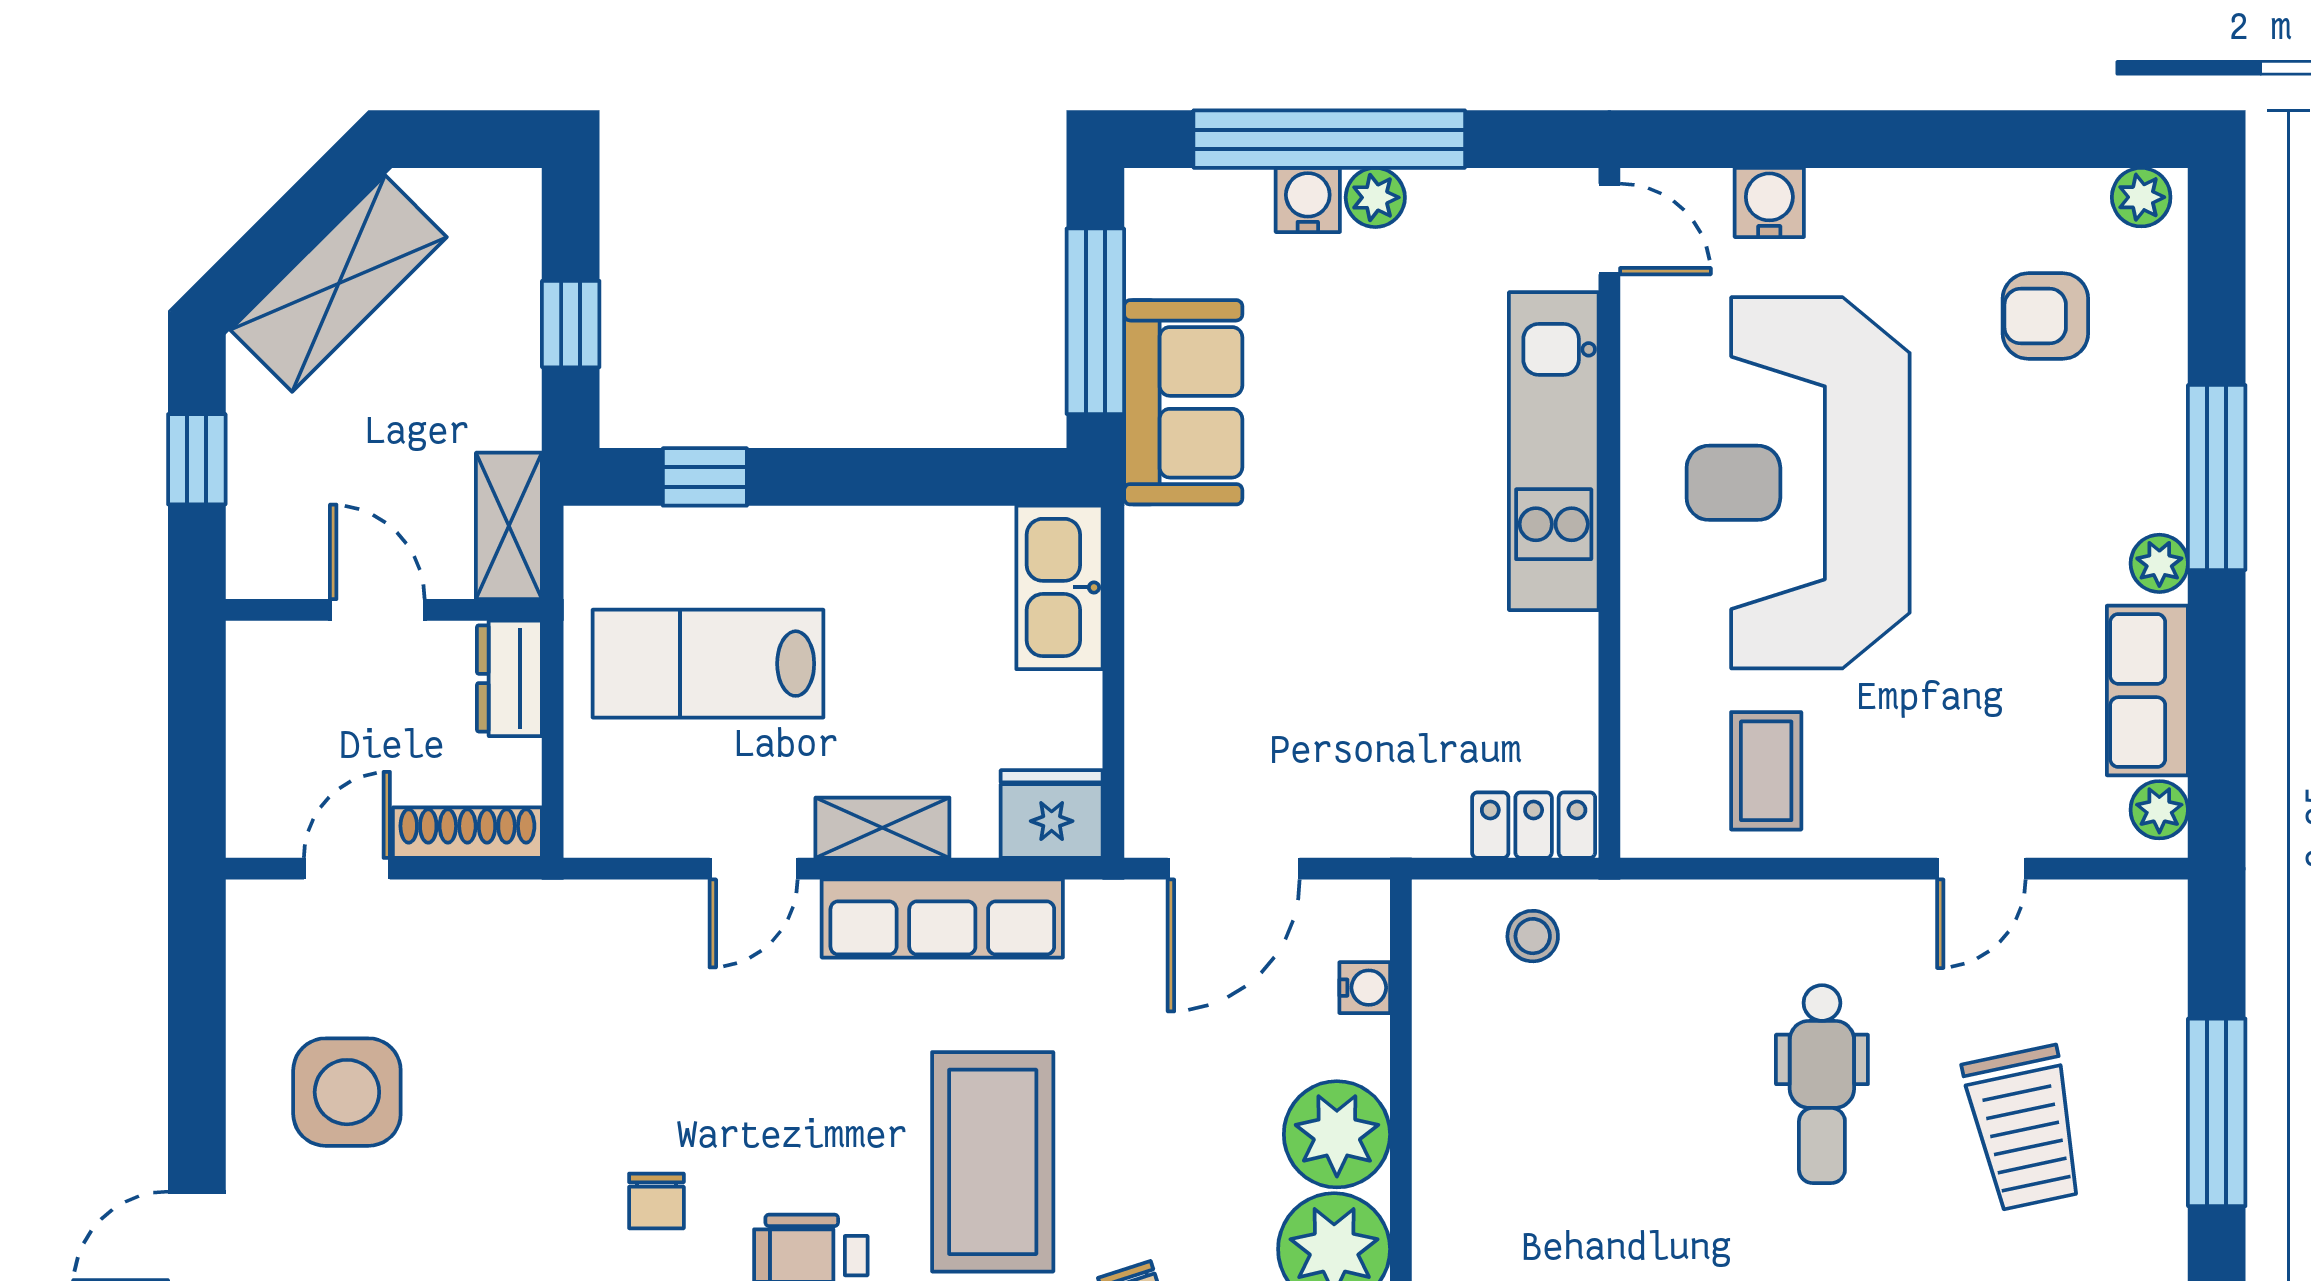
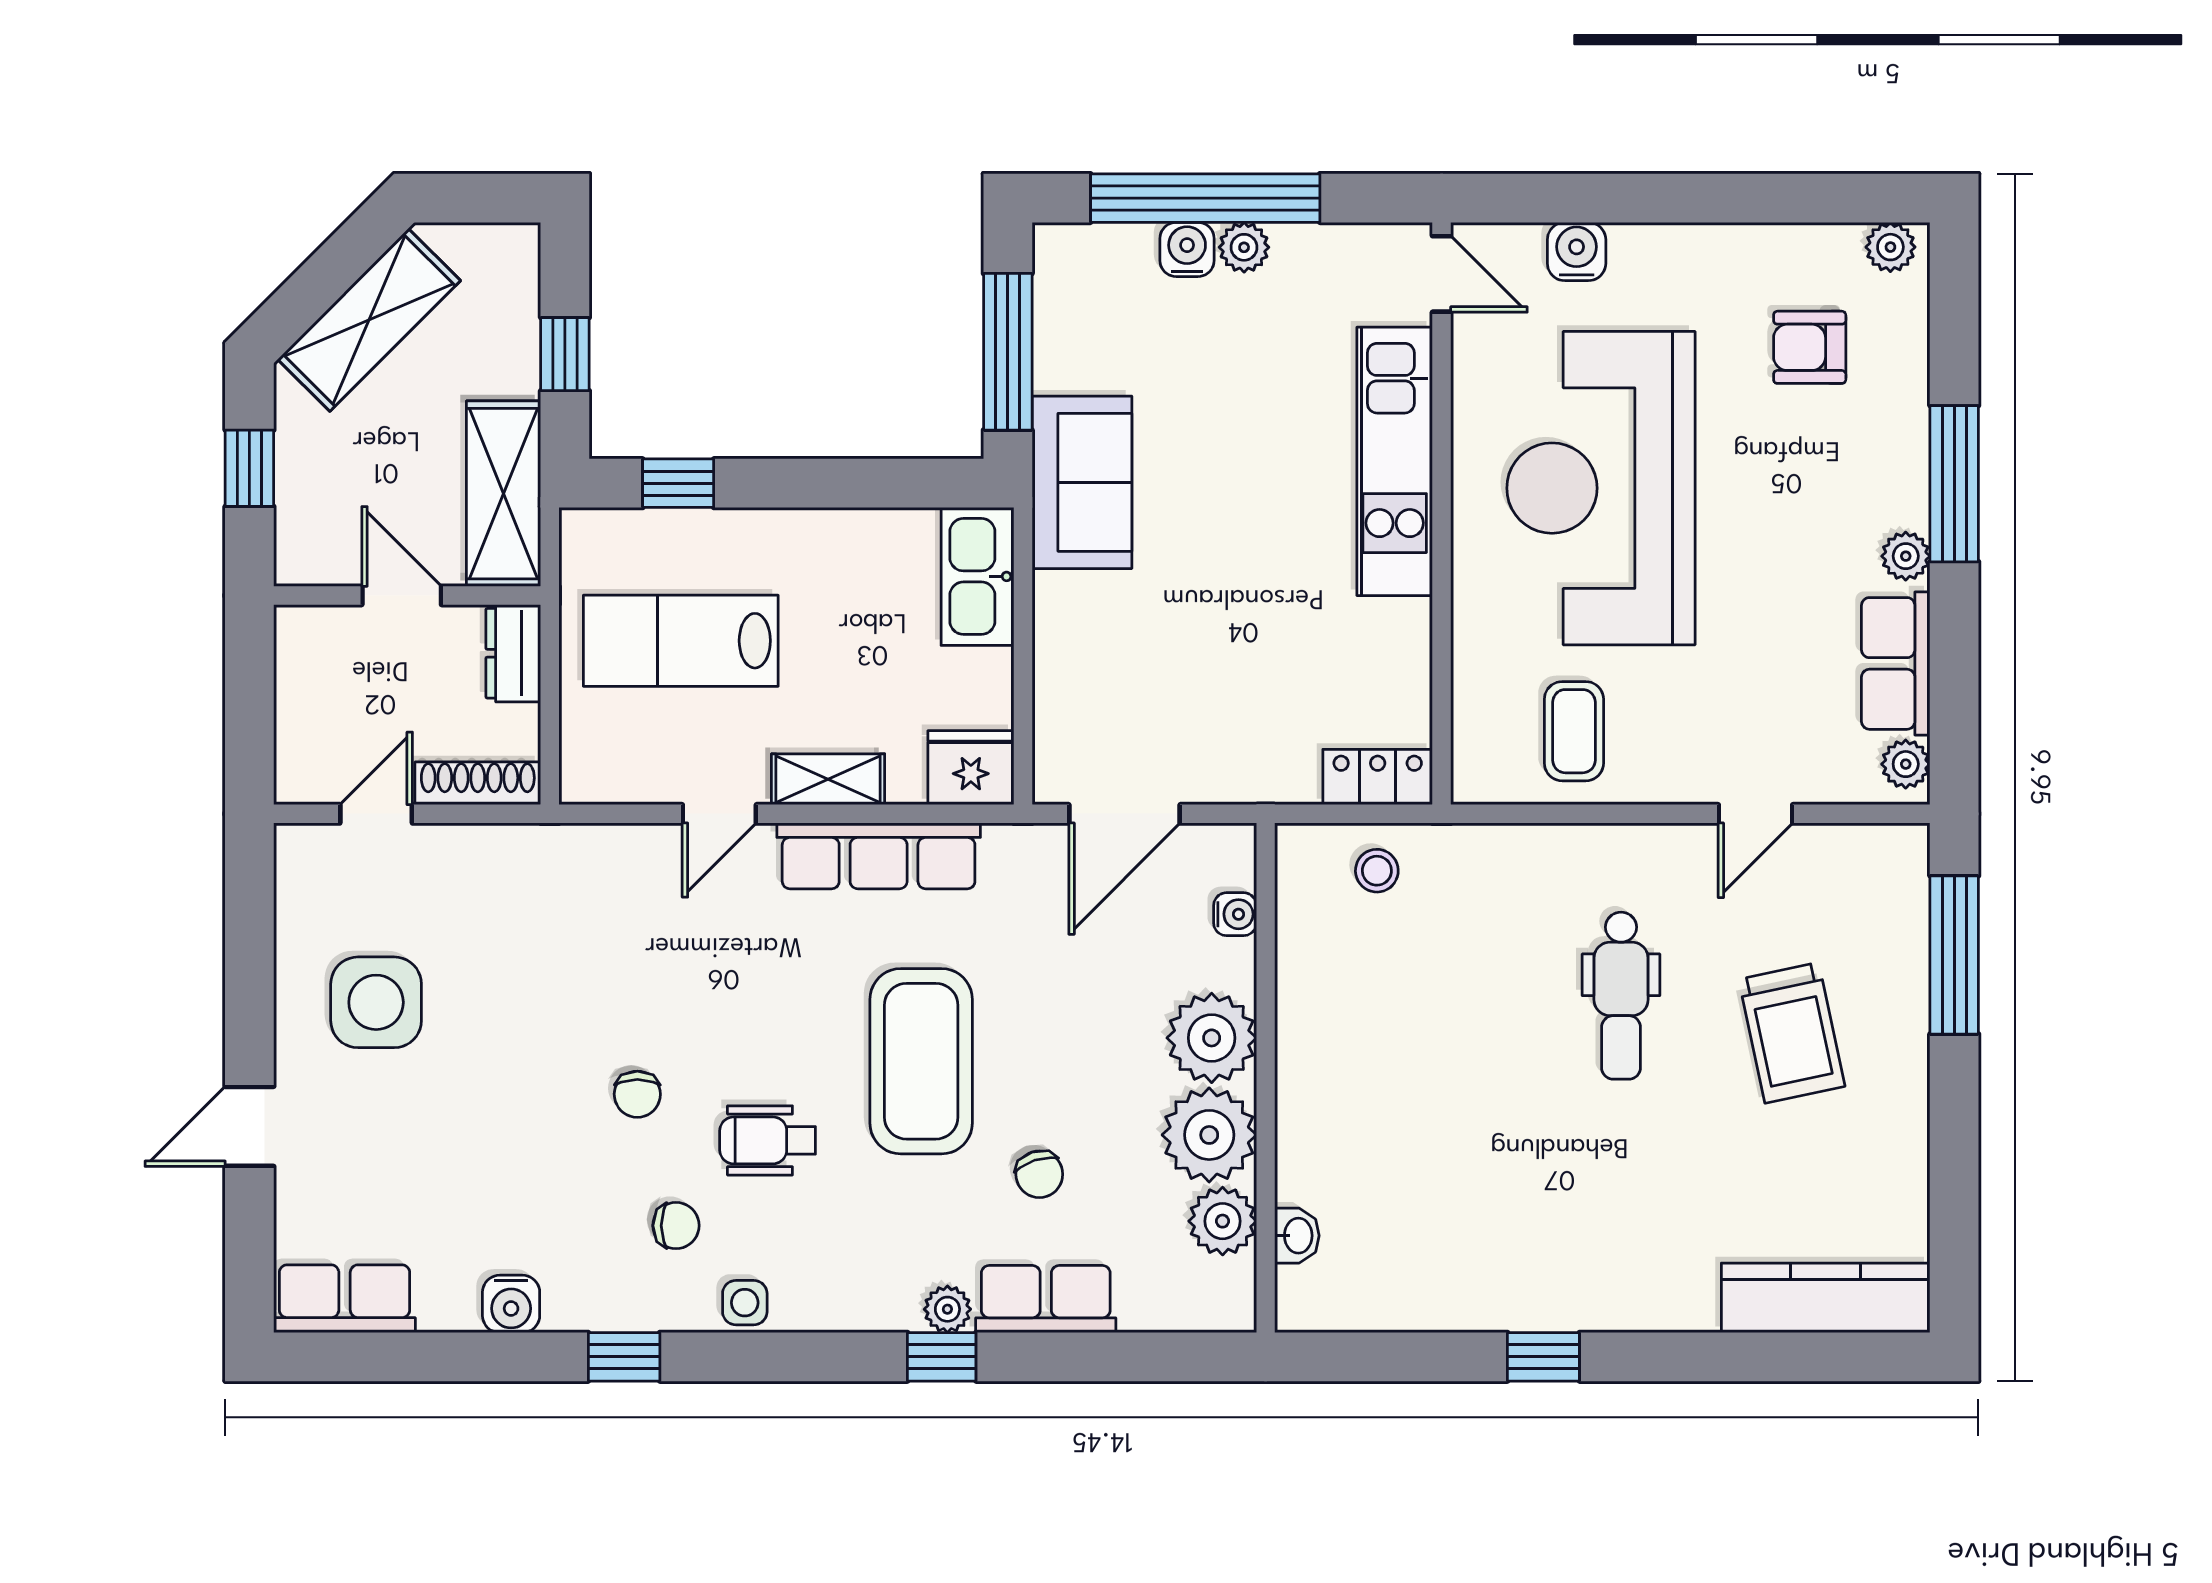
sofa: (1183, 402) -> (1082, 482), moved
shelving: (509, 526) -> (504, 494), width x1.50, depth x1.33
window: (2217, 1112) -> (1954, 955), moved

